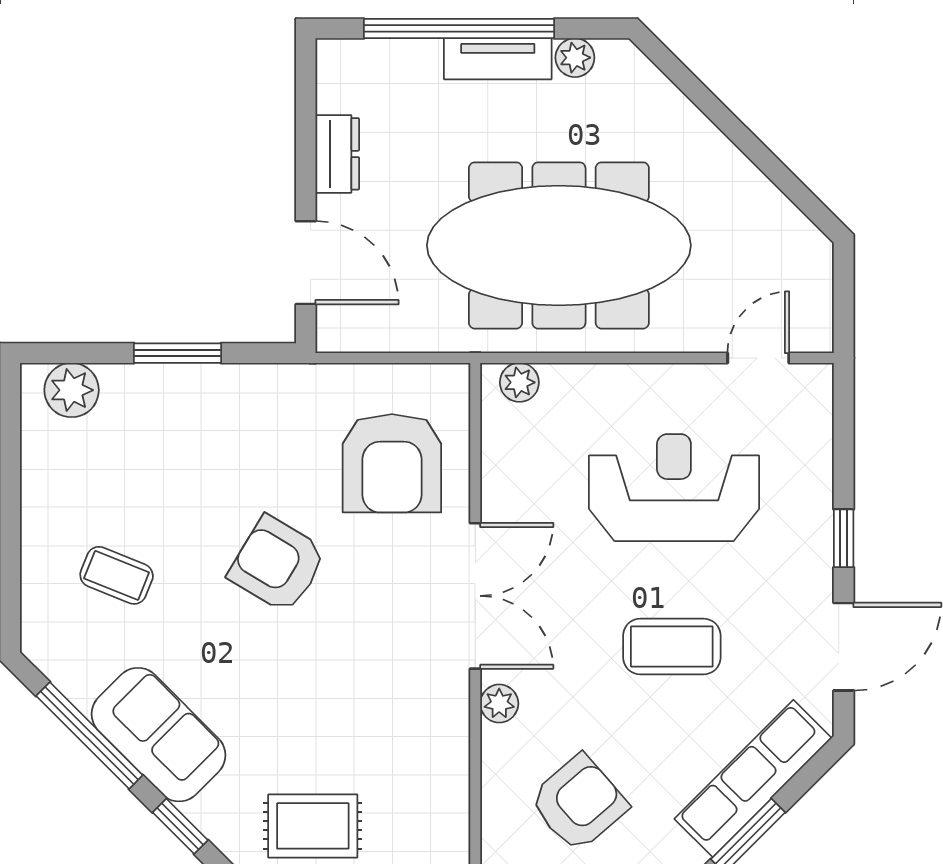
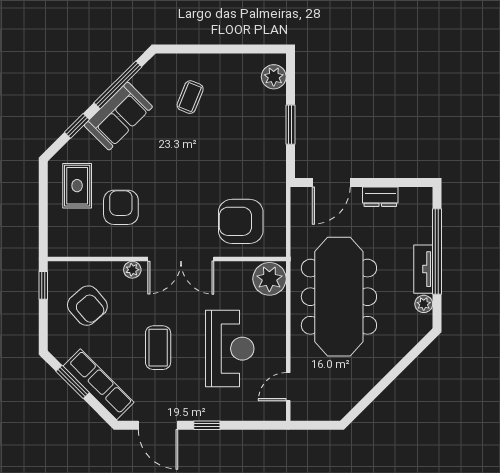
door: (758, 358) -> (288, 387), swing flipped
plant: (519, 382) -> (269, 279), width x1.87, depth x1.87
armchair: (277, 564) -> (121, 207), moved, turned -31

